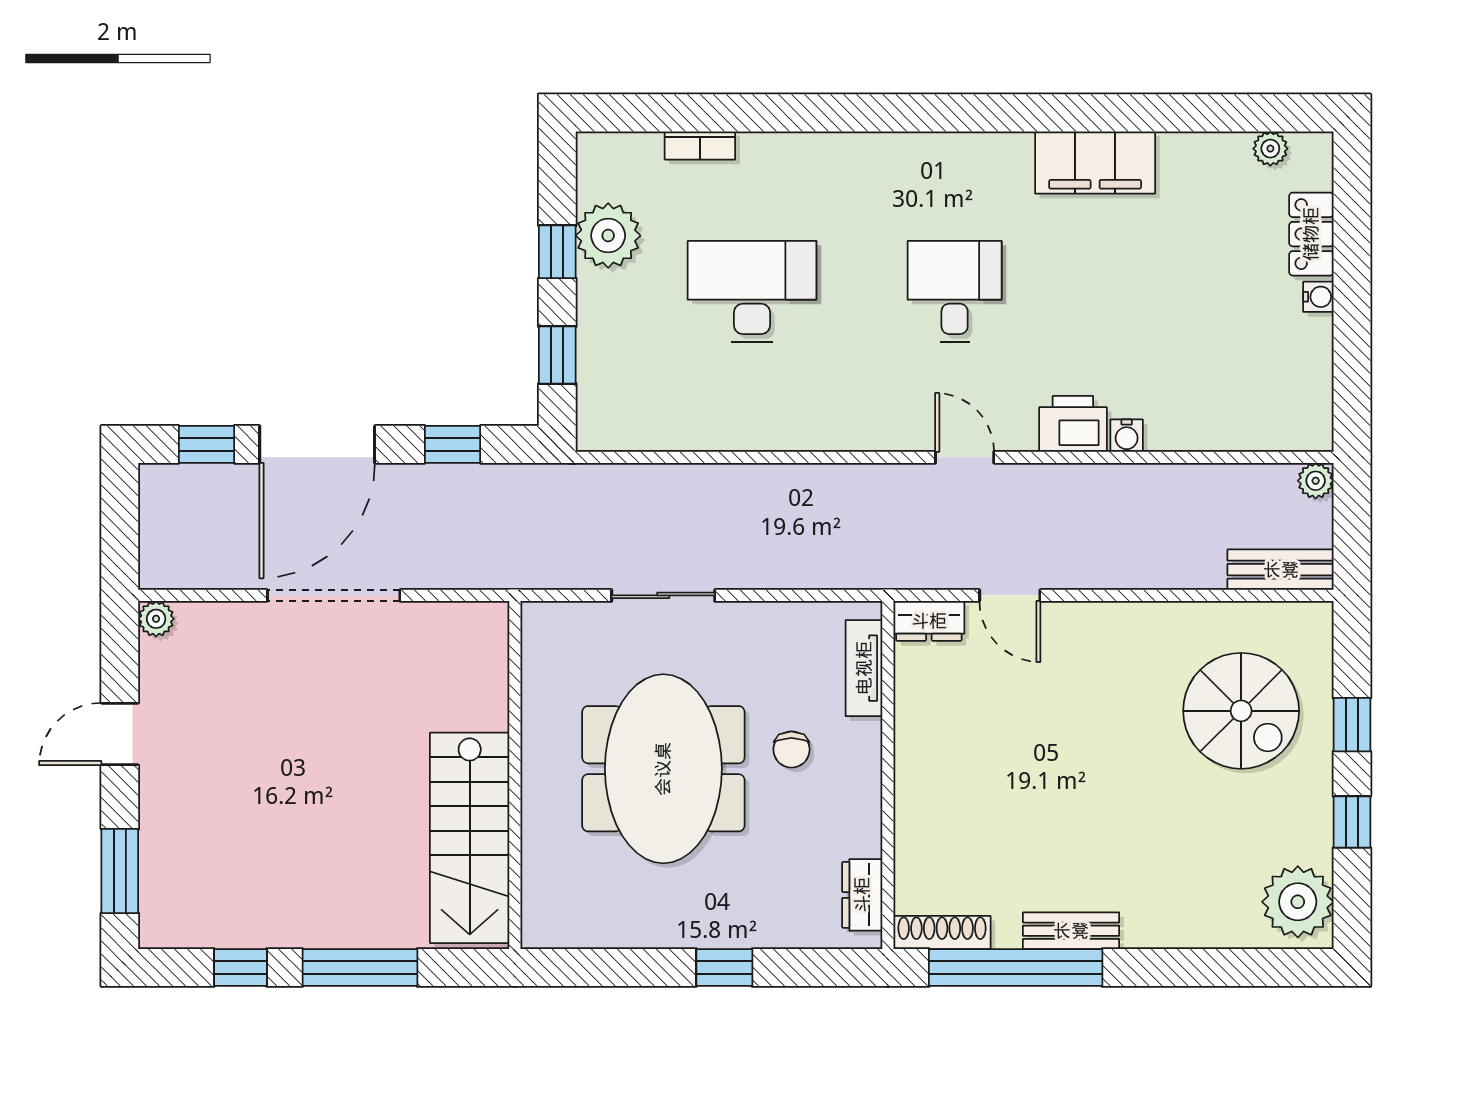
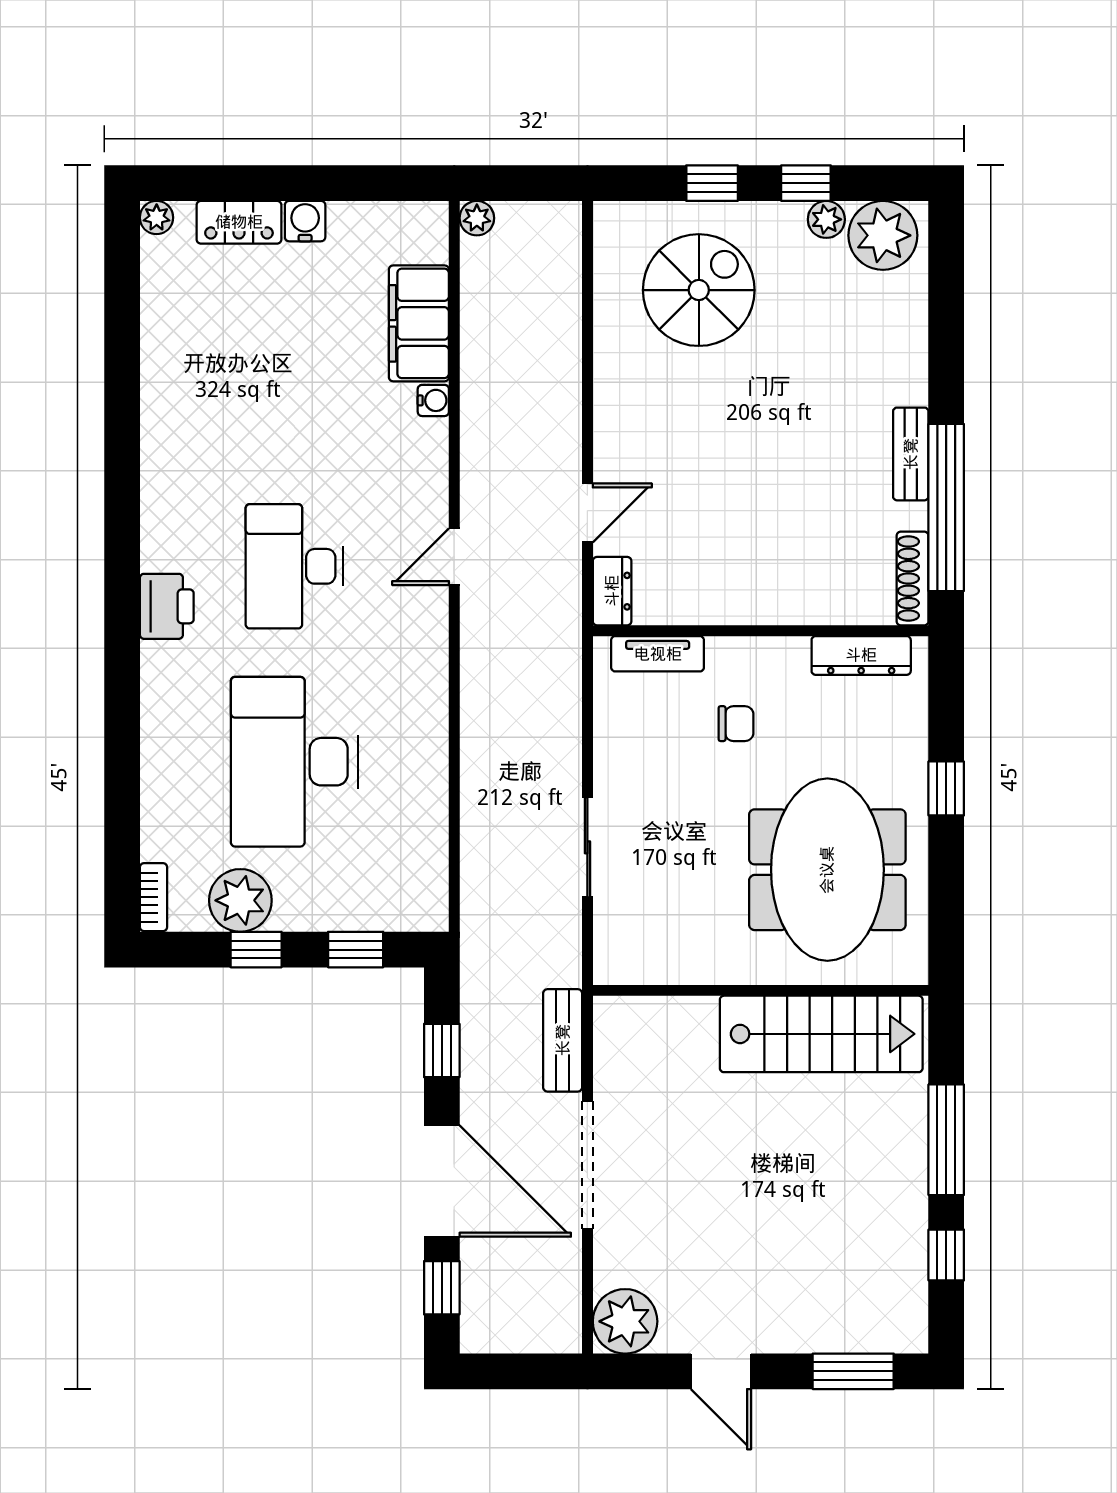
bookcase: (700, 145) -> (153, 897), moved
plant: (1270, 149) -> (157, 218), moved
filing cabinet: (1095, 162) -> (419, 323), moved, turned 180
desk: (752, 292) -> (294, 762), width x1.36, depth x1.30
desk: (955, 292) -> (294, 566), width x1.37
water cooler: (1318, 297) -> (305, 221), width x1.38, depth x1.38
printer: (1073, 424) -> (167, 606), moved, turned 180
bench: (1281, 570) -> (563, 1040), moved
plant: (156, 619) -> (625, 1321), width x1.88, depth x1.88
meeting table: (663, 769) -> (827, 870), moved, turned 90
plant: (1314, 843) -> (826, 219), added
dresser: (862, 895) -> (861, 655), width x1.44

